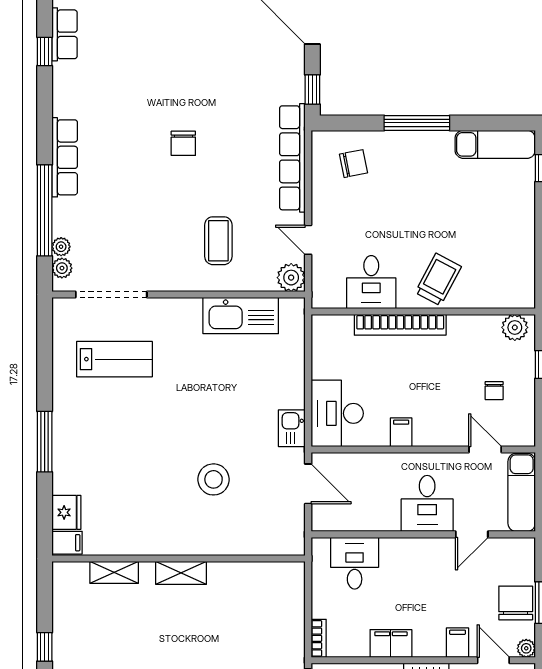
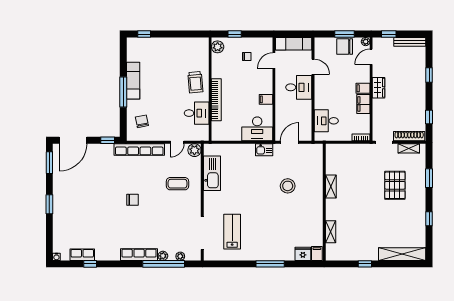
exam couch: (495, 144) -> (133, 81), moved
plant: (62, 268) -> (163, 256), moved
trolley: (438, 280) -> (195, 82), turned -123
shelving: (181, 573) -> (331, 186), moved
filing cabinet: (458, 643) -> (363, 88), moved

